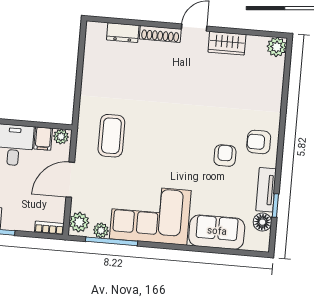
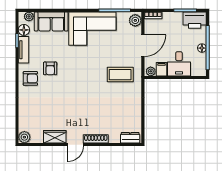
dresser: (123, 33) -> (130, 138), moved
coffee table: (111, 136) -> (120, 75), turned 90
plant: (101, 230) -> (29, 16), moved

